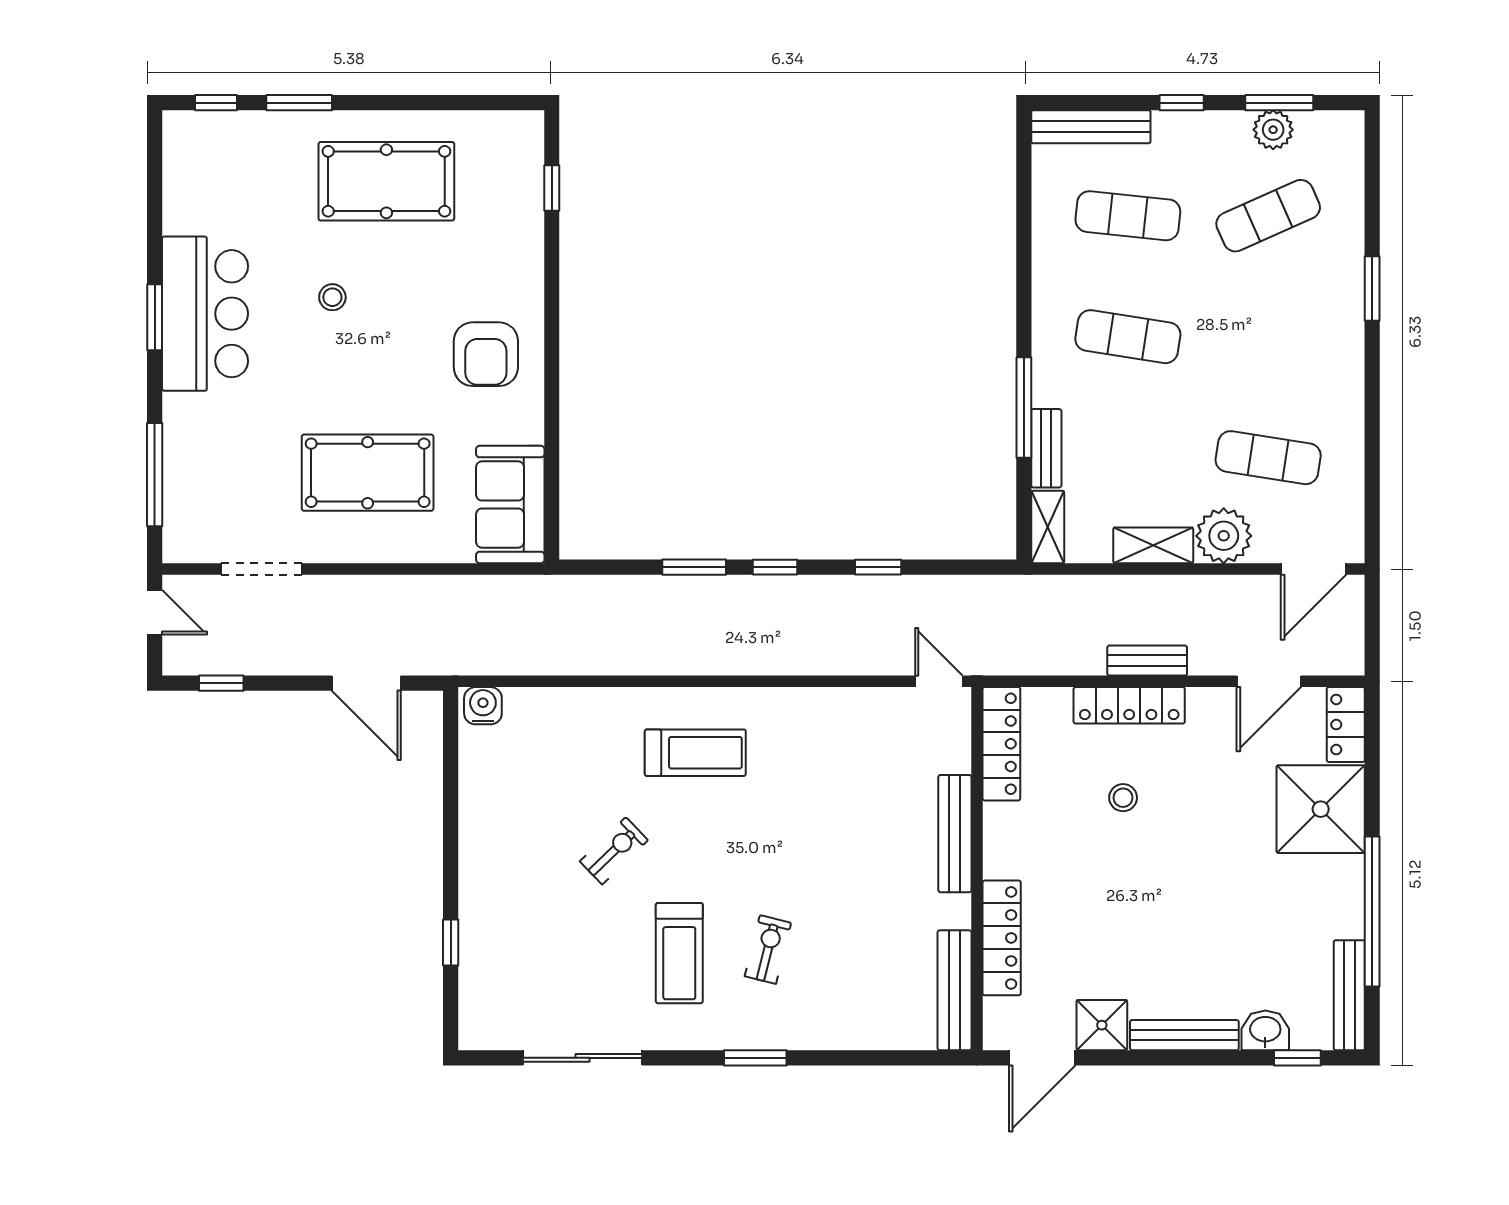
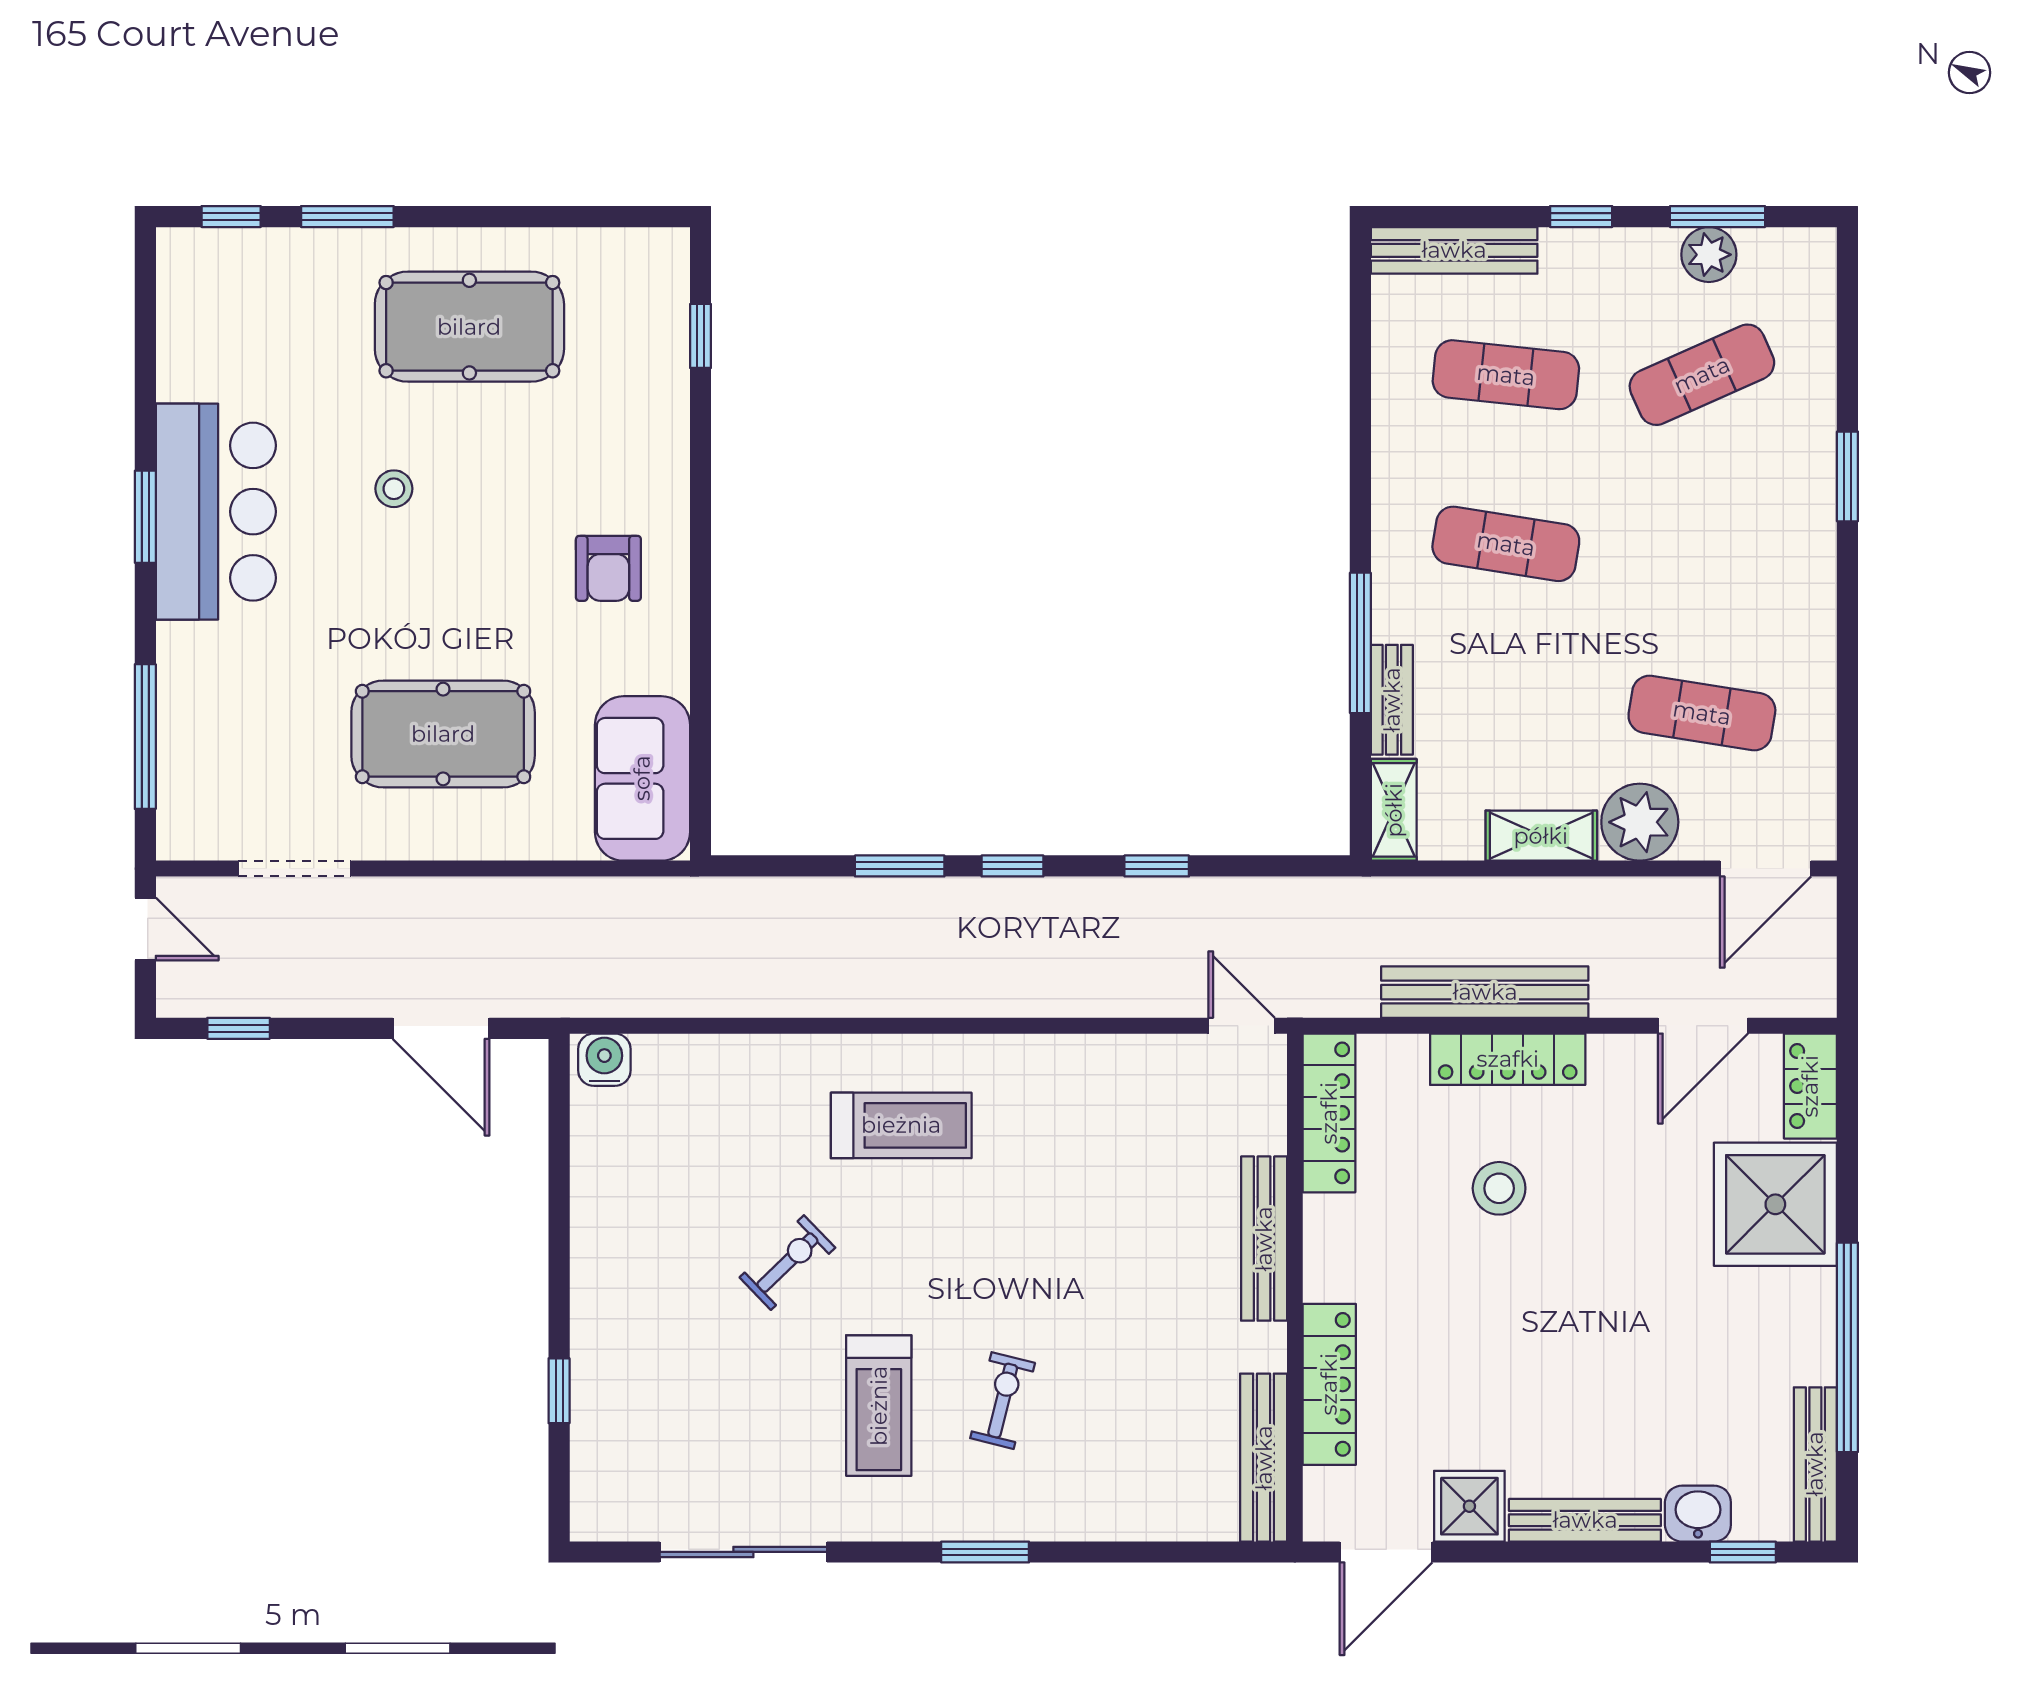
armchair: (486, 354) -> (608, 568), width x0.72, depth x0.72
bench: (1147, 661) -> (1485, 992), width x1.86, depth x1.21
stool: (1123, 798) -> (1499, 1188), width x1.37, depth x1.37

